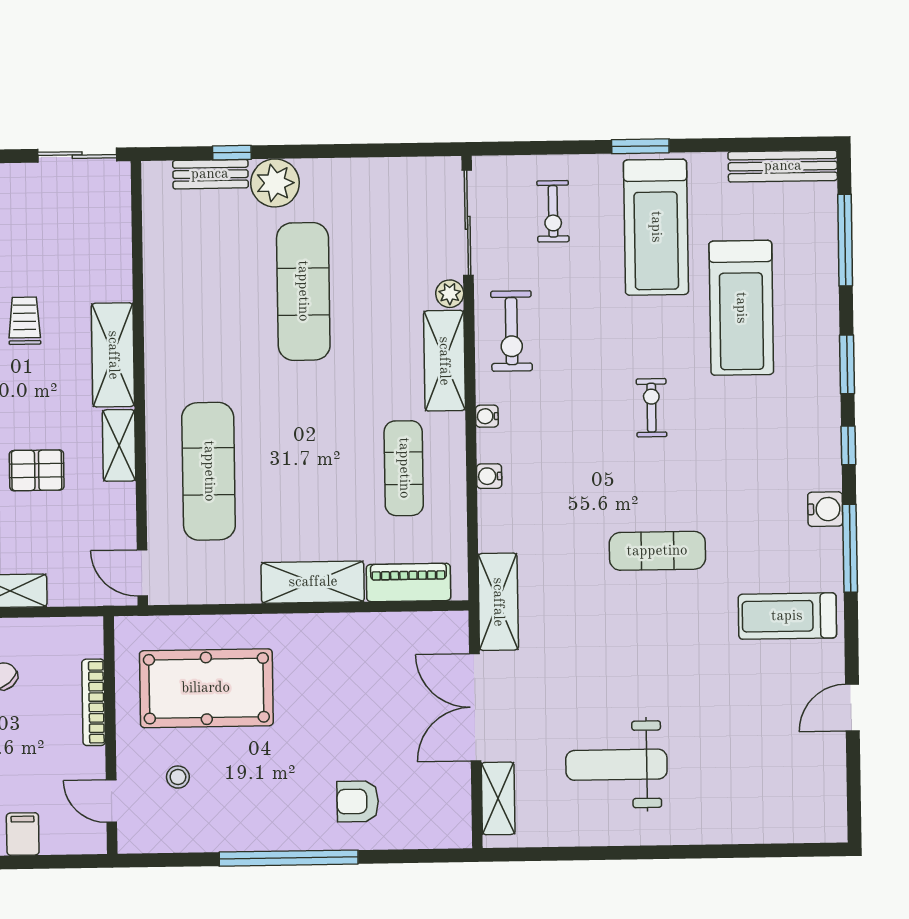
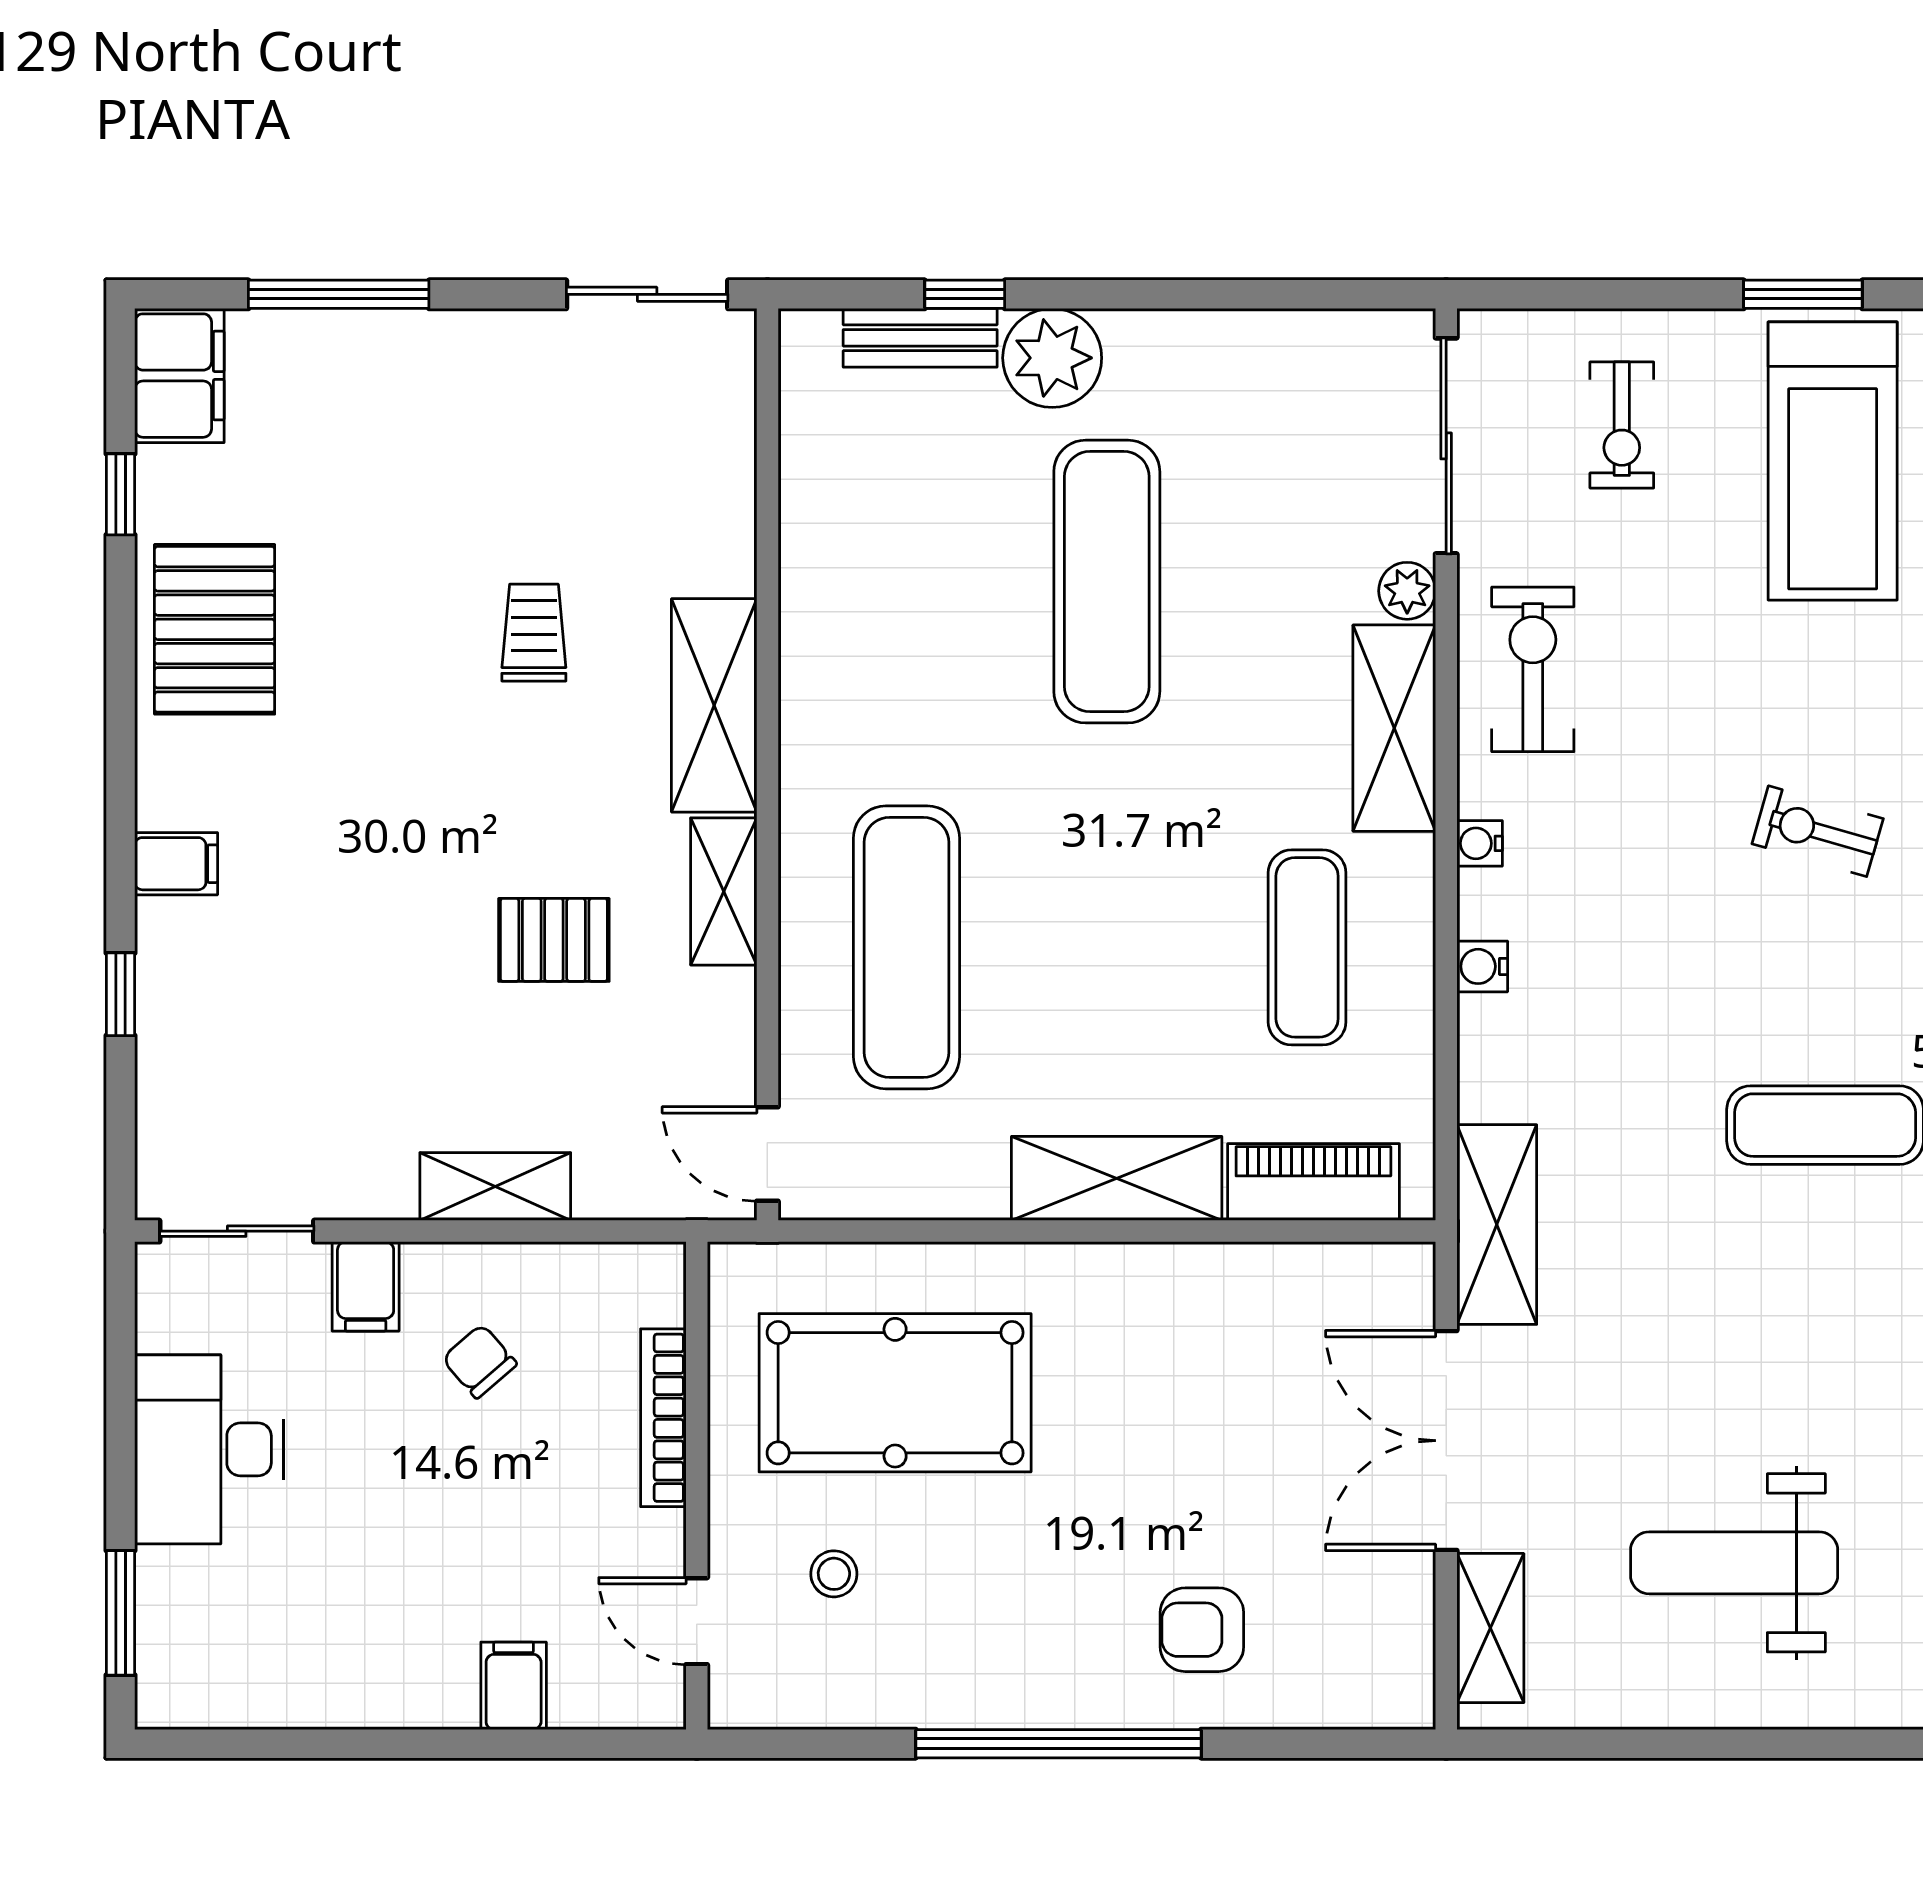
exercise bike: (512, 331) -> (1533, 669), turned 180
exercise bike: (651, 408) -> (1818, 831), turned -74

